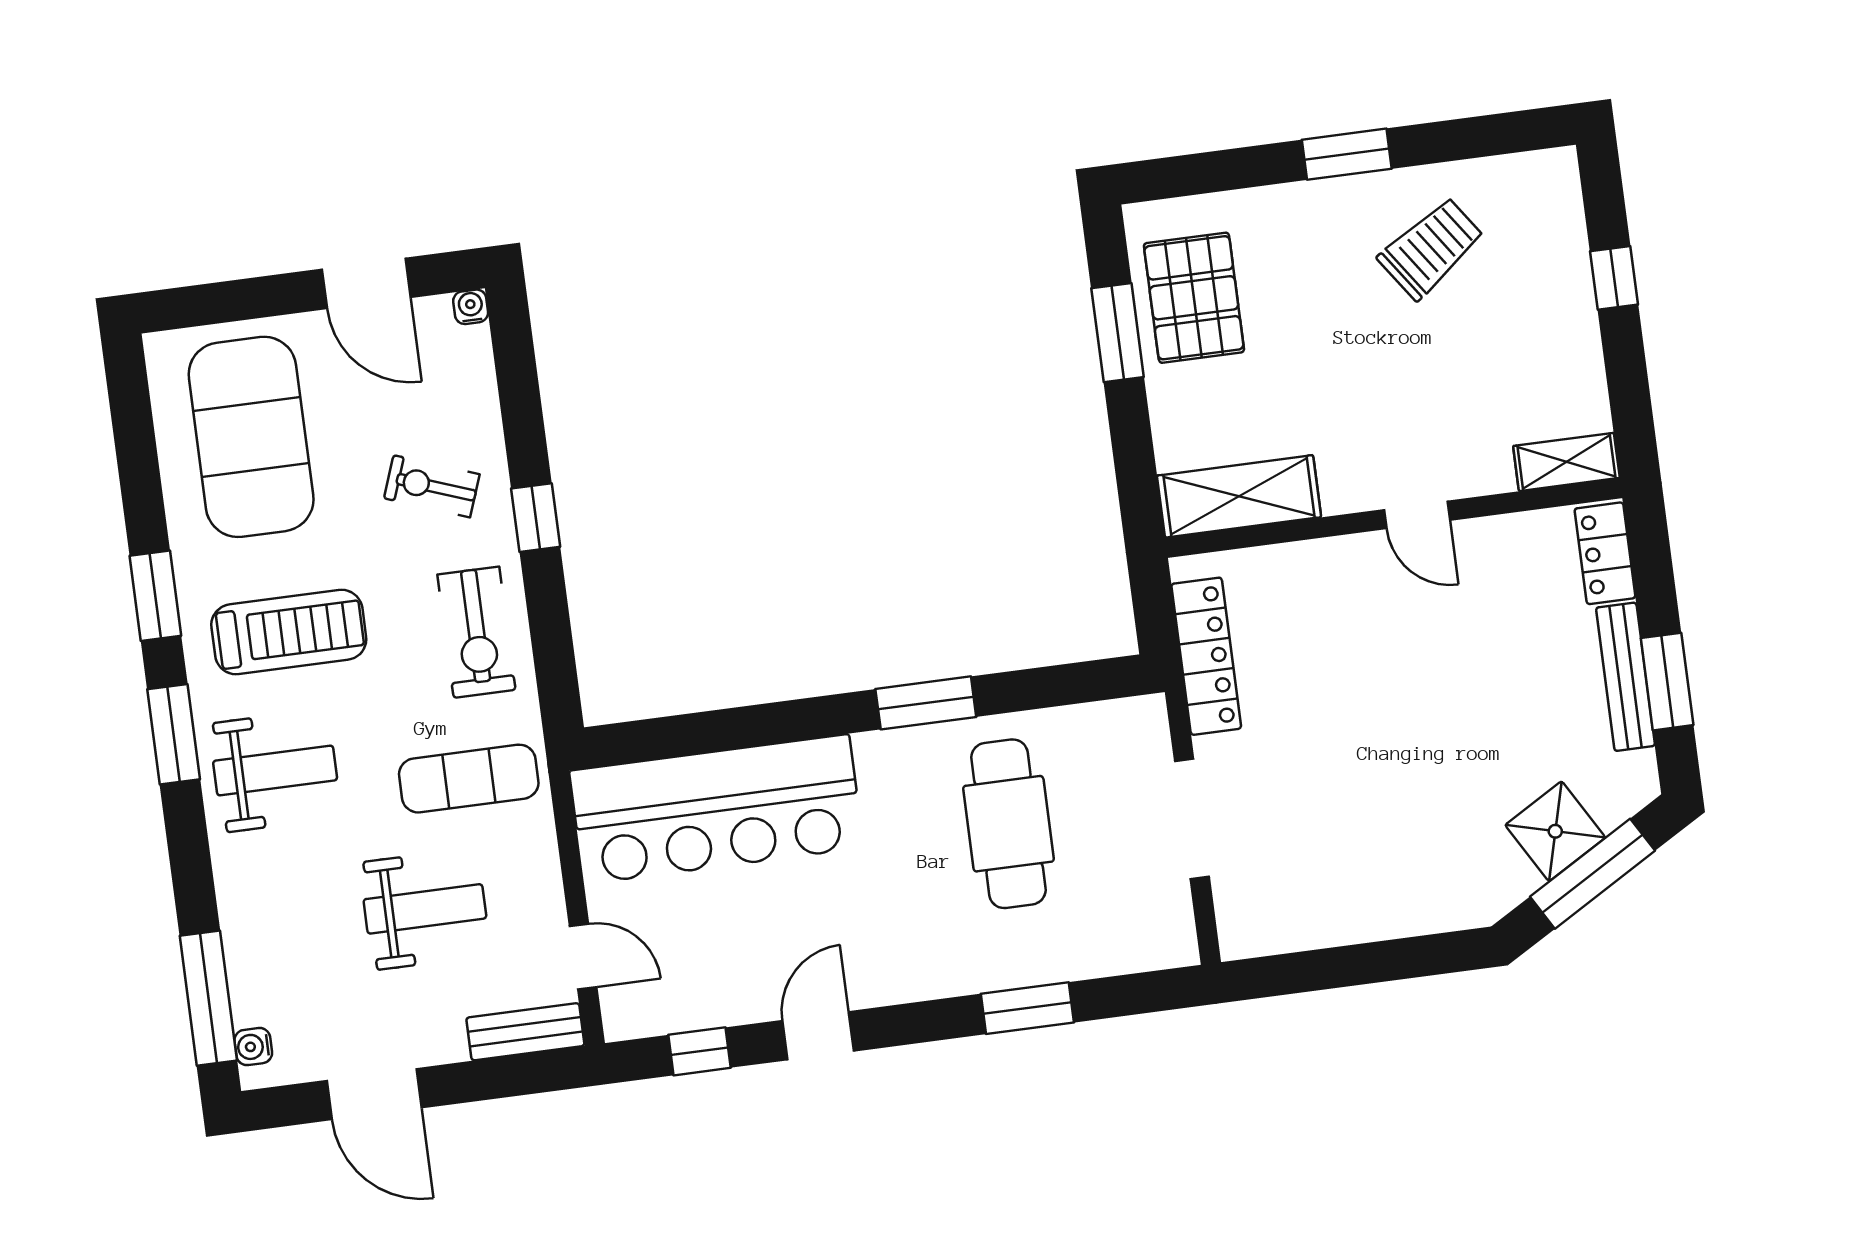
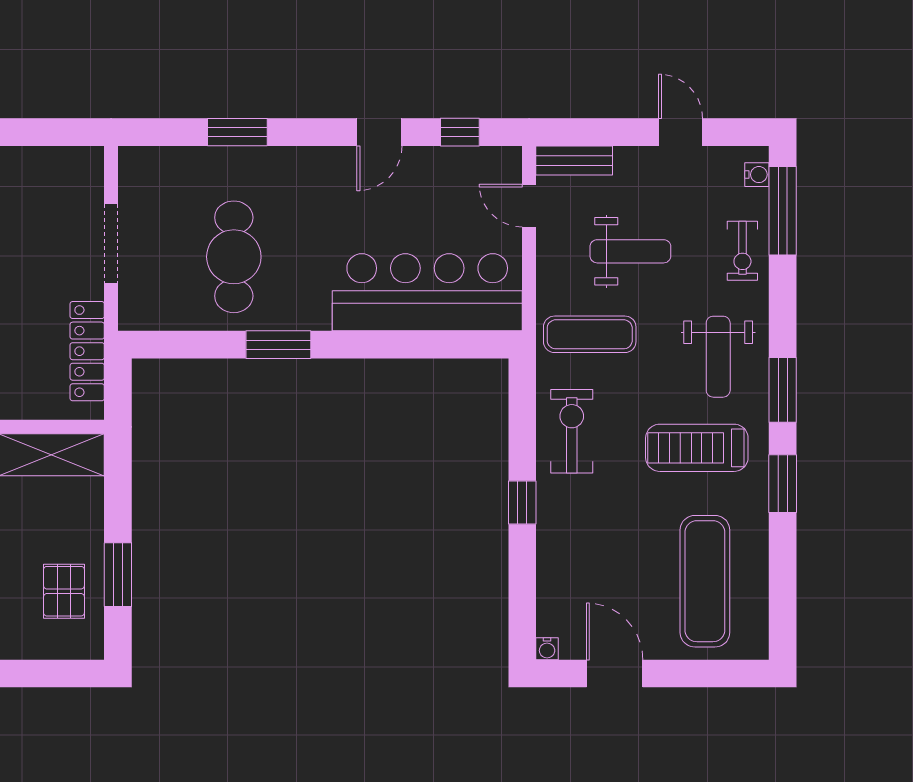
pallet: (1194, 298) -> (64, 591), width x0.67, depth x0.71
exercise mat: (251, 437) -> (705, 581), width x0.68
exercise bike: (432, 486) -> (742, 251), moved, turned 70
weight bench: (275, 771) -> (718, 357), turned -90
weight bench: (425, 909) -> (630, 251), turned 180
door: (374, 1094) -> (681, 132), width x0.73

